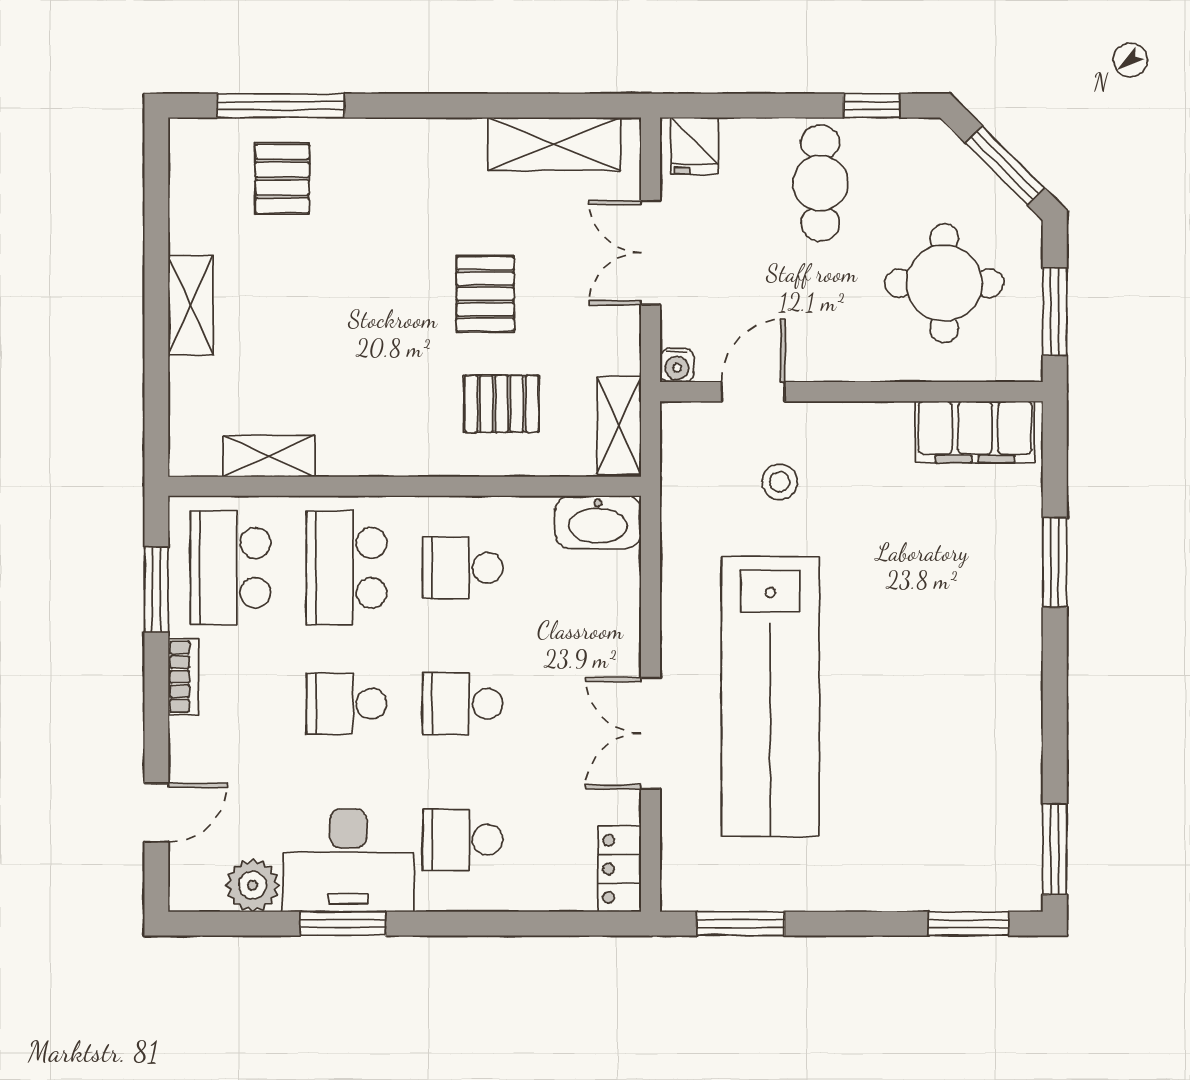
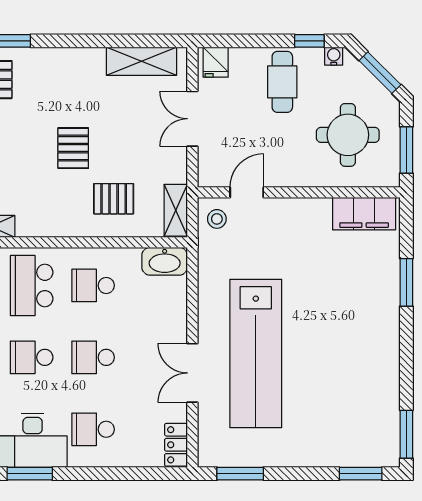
pallet: (485, 294) -> (73, 148), moved
water cooler: (677, 365) -> (334, 56), moved, turned 180
stool: (780, 482) -> (217, 219), moved

